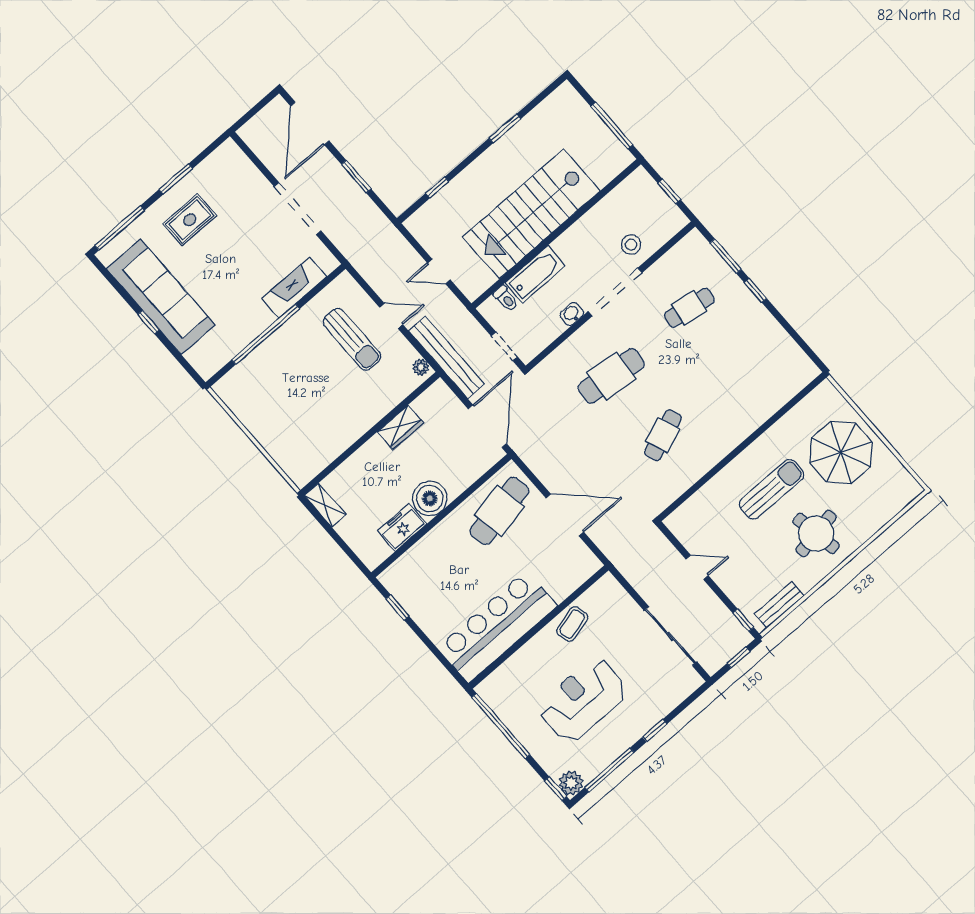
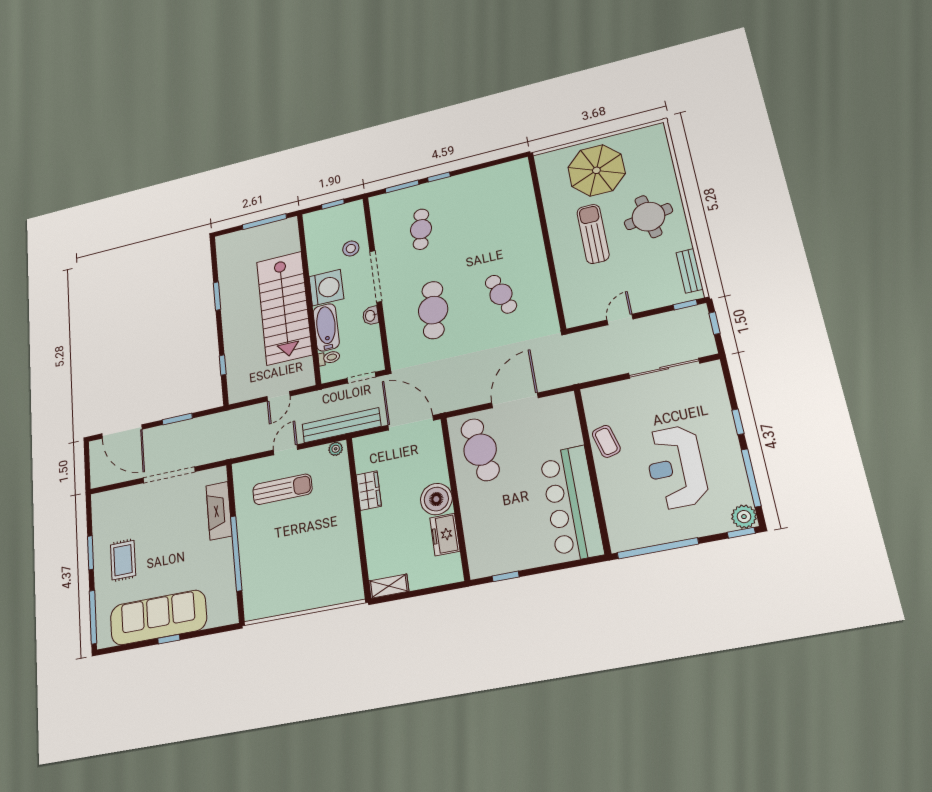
washing machine: (576, 246) -> (326, 288), added

